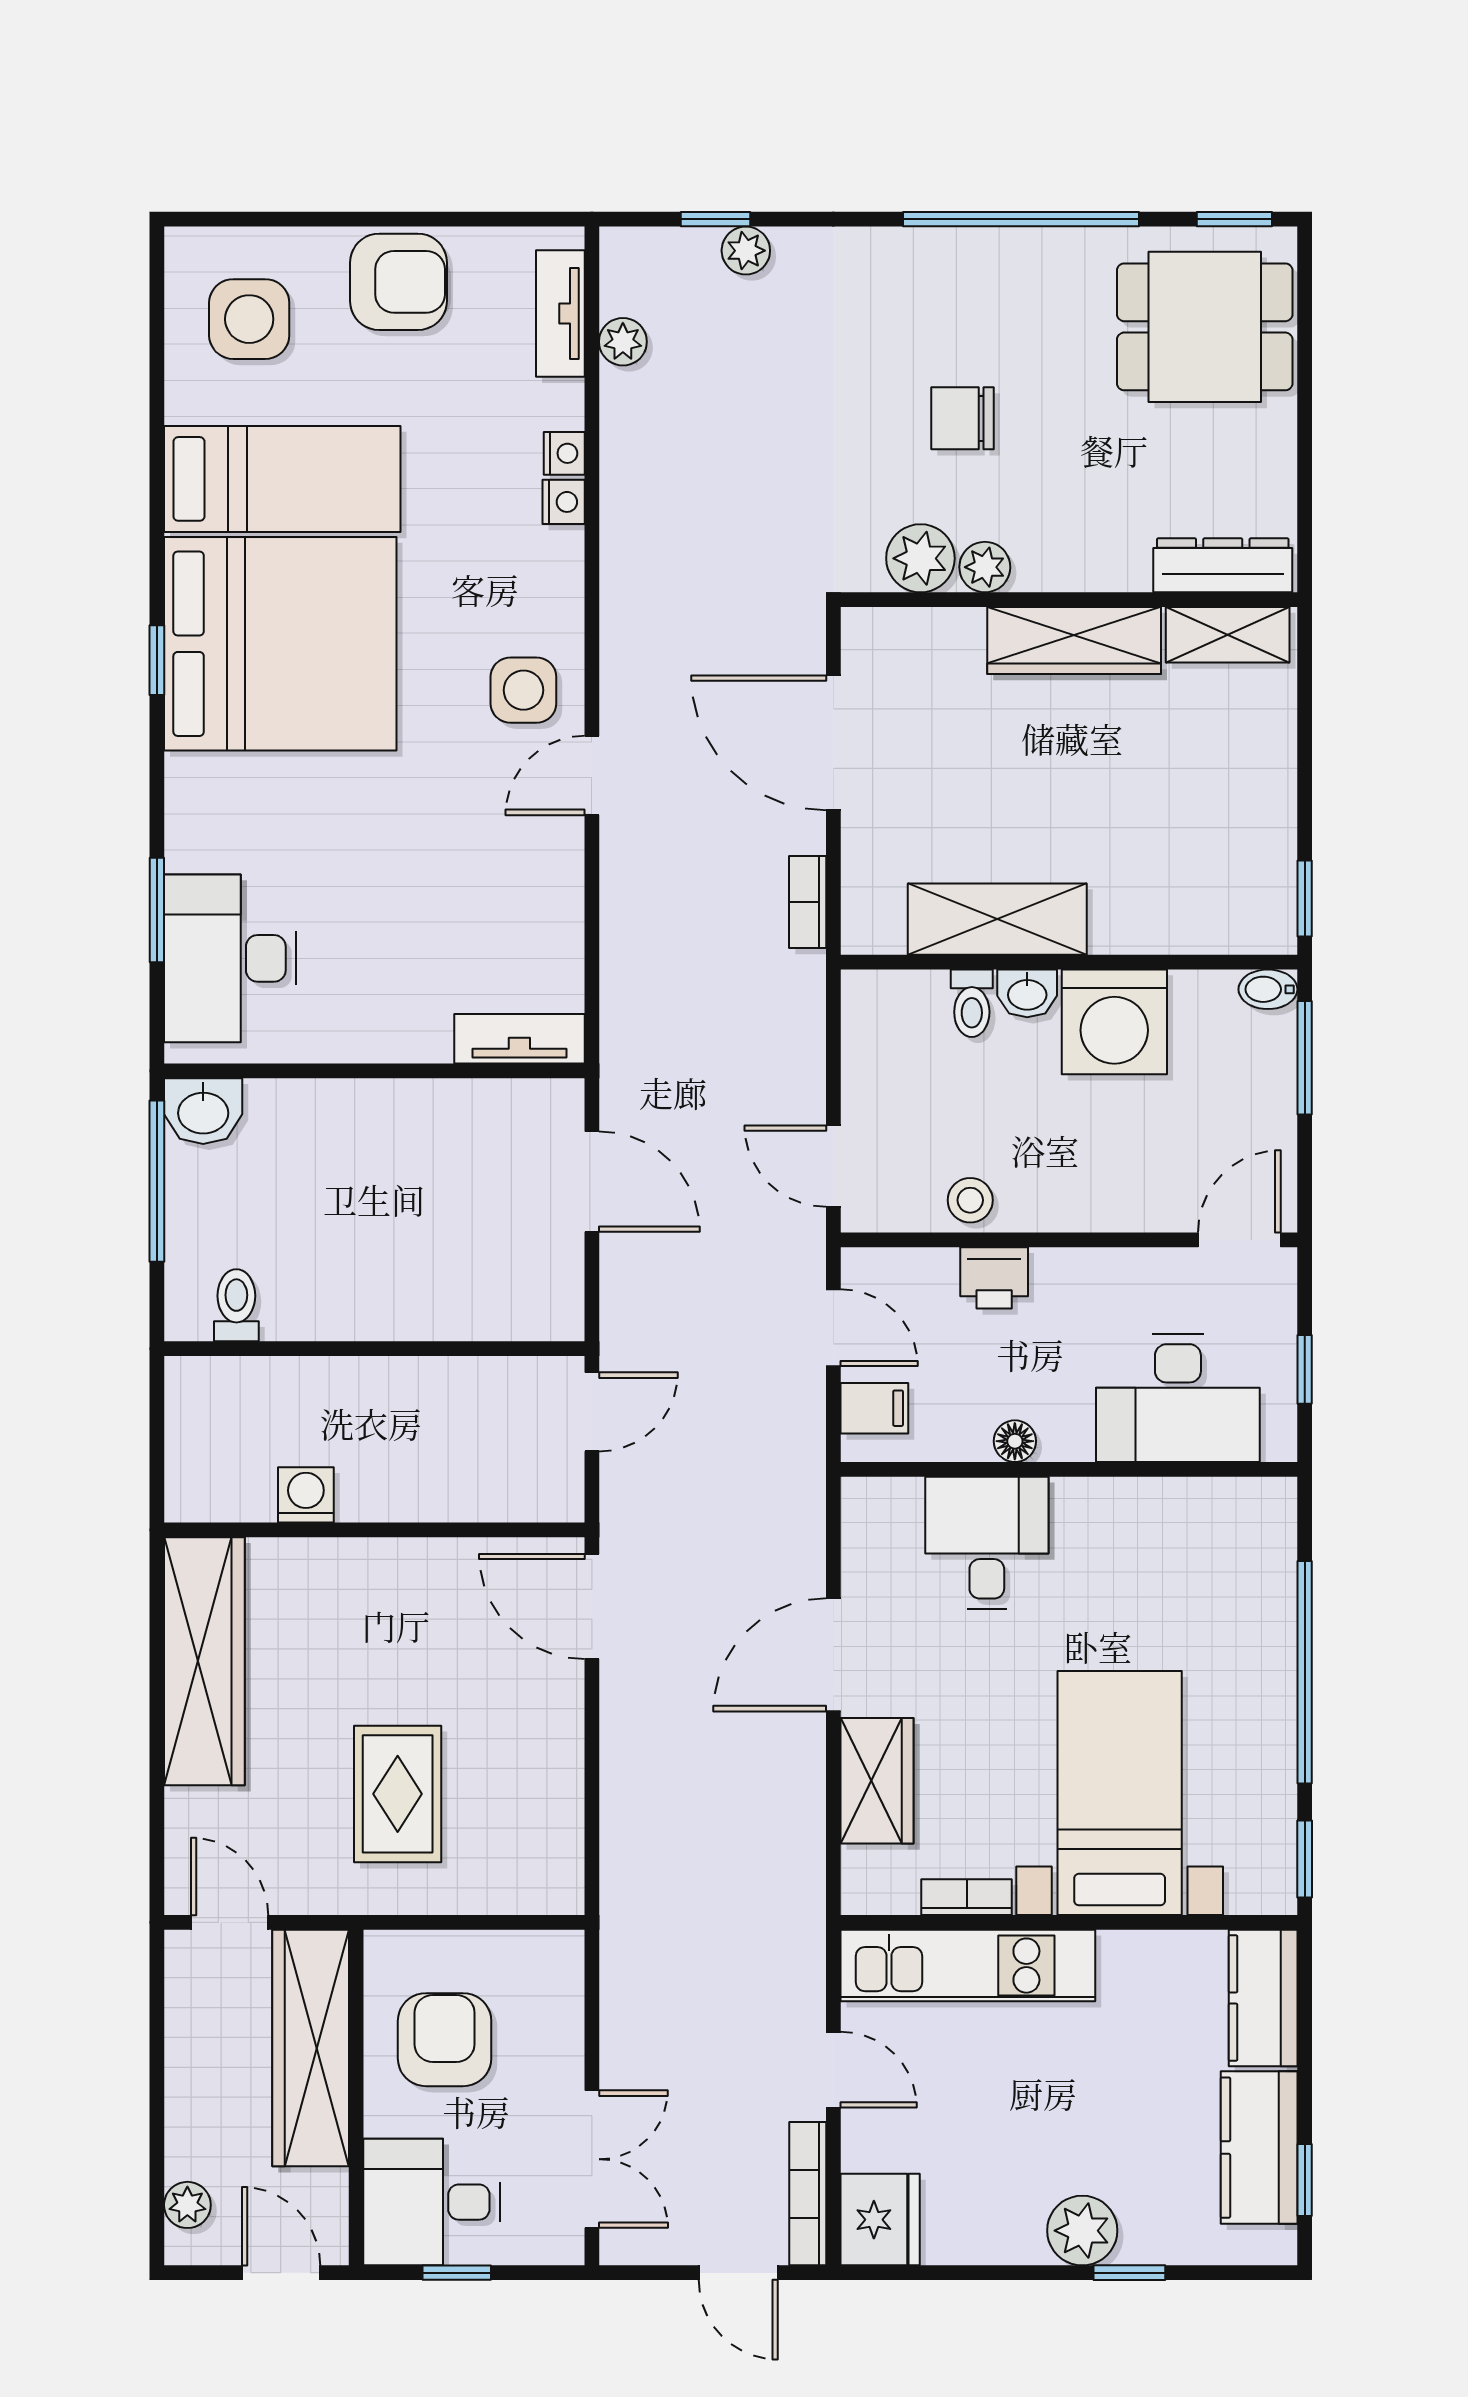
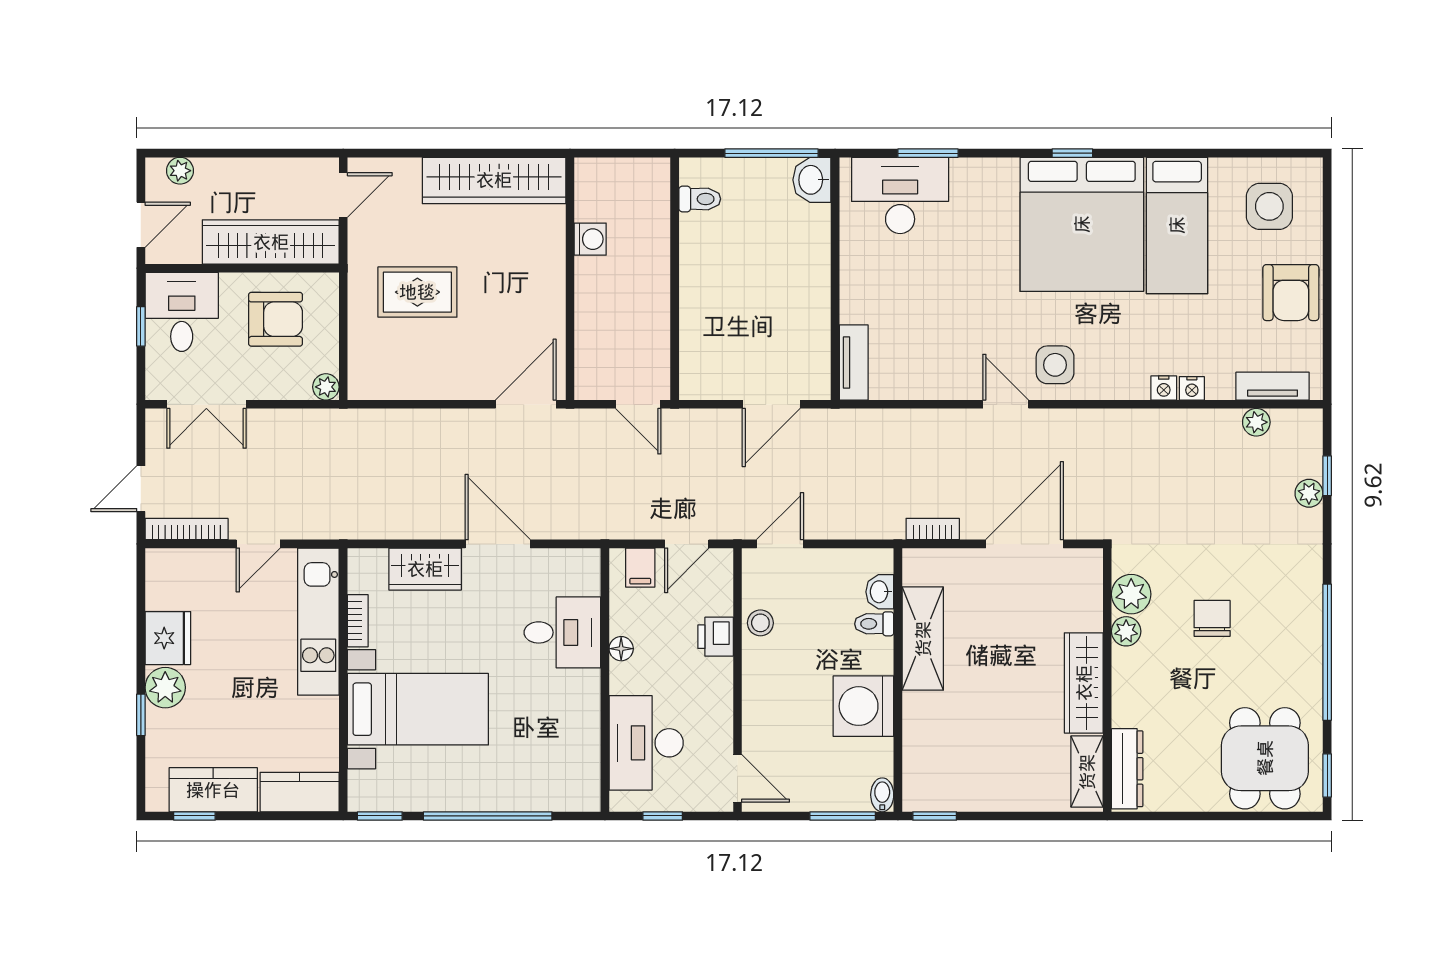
washbasin: (1027, 993) -> (880, 592), moved
plant: (562, 1952) -> (326, 387), added
fridge: (880, 2220) -> (168, 638), moved, turned -90

